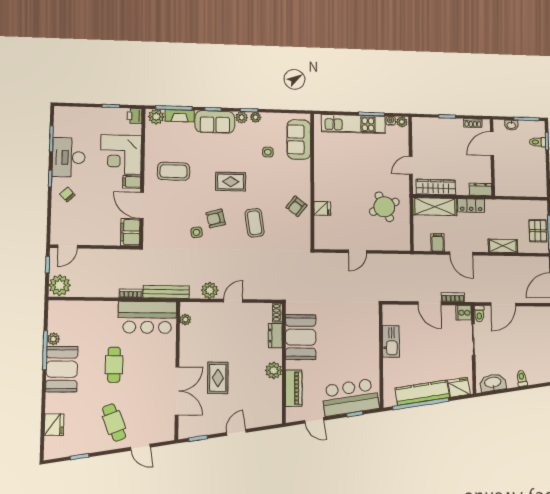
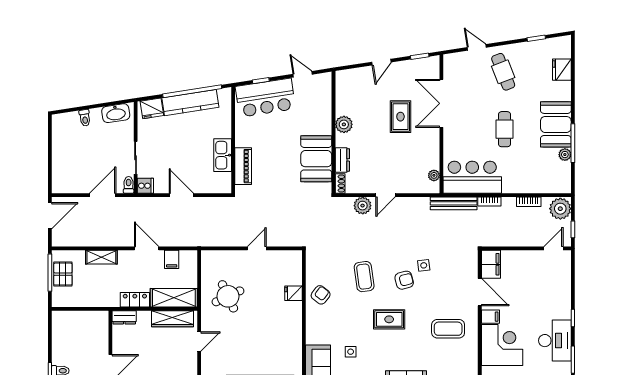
chair: (67, 195) -> (555, 302), removed
plant: (210, 290) -> (363, 206), moved
bookcase: (453, 297) -> (529, 202), moved
piano: (294, 388) -> (243, 166), moved, turned 180

